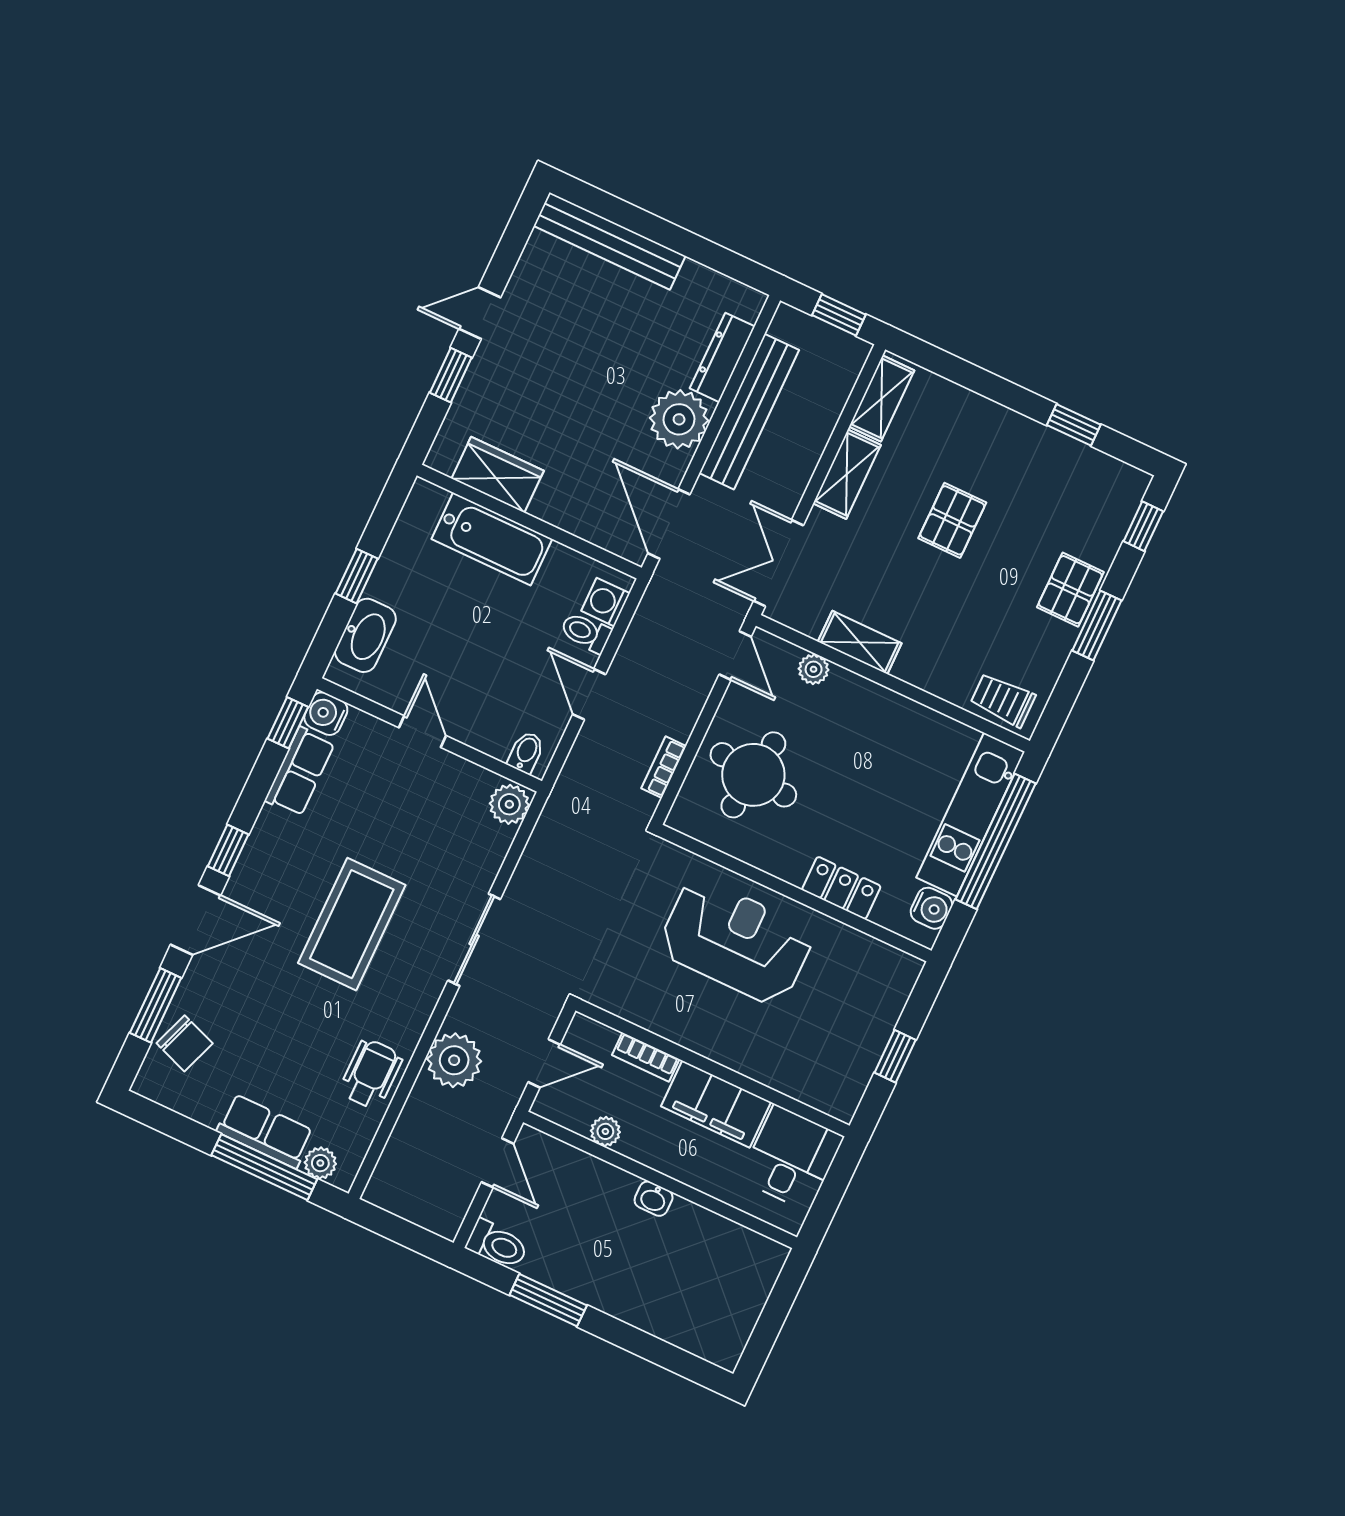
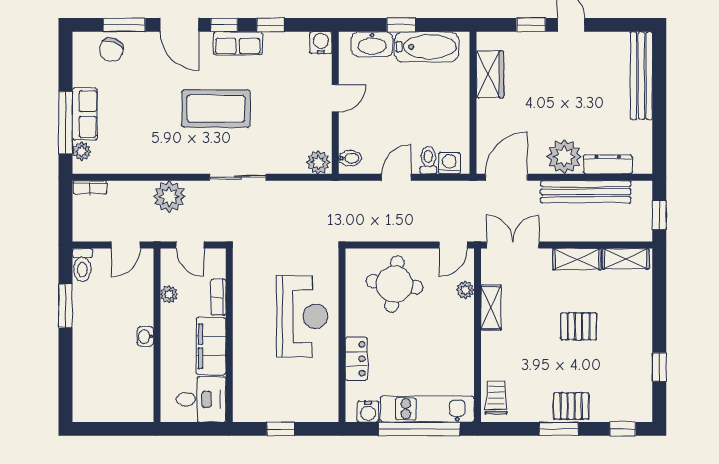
bathtub: (492, 539) -> (427, 47), moved, turned -90
window: (288, 723) -> (270, 25), moved
bookcase: (664, 767) -> (90, 187), moved, turned 180
row of seats: (300, 772) -> (238, 43), moved
wheelchair: (371, 1074) -> (141, 156), removed

